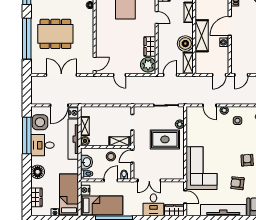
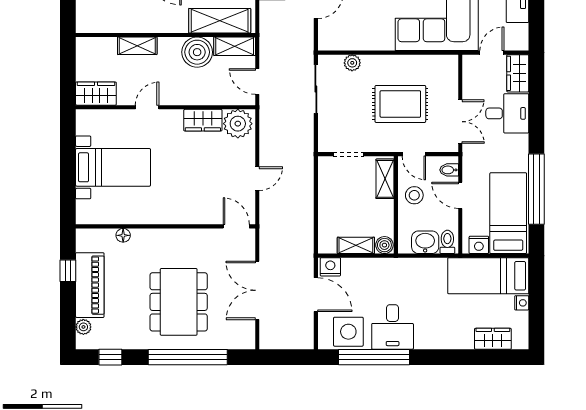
shelving: (202, 36) -> (220, 21), moved
tv unit: (73, 139) -> (381, 268), removed
rug: (165, 139) -> (400, 104), moved, turned 90
floor lamp: (38, 172) -> (444, 336), removed

